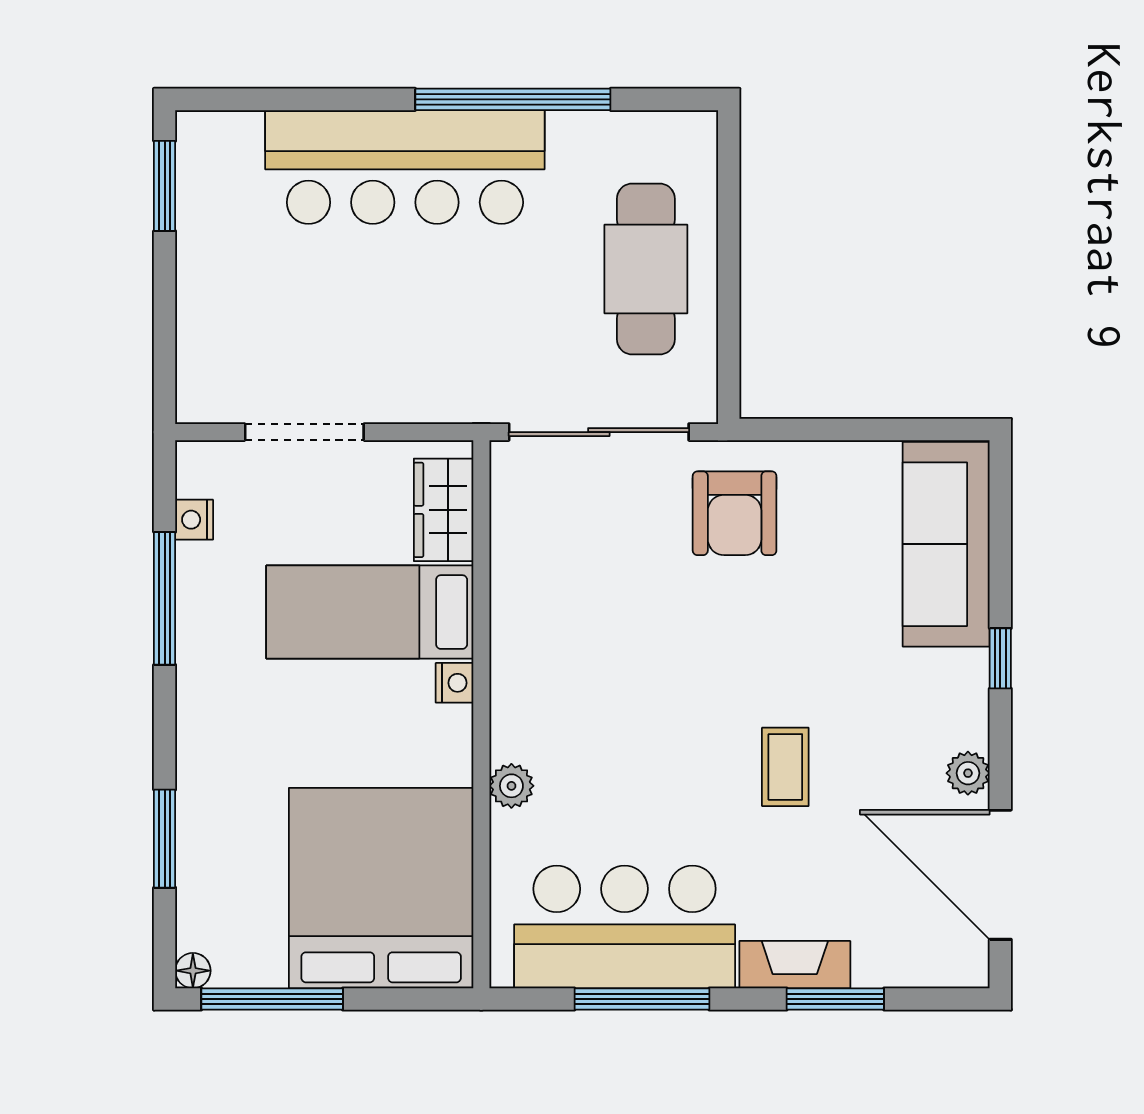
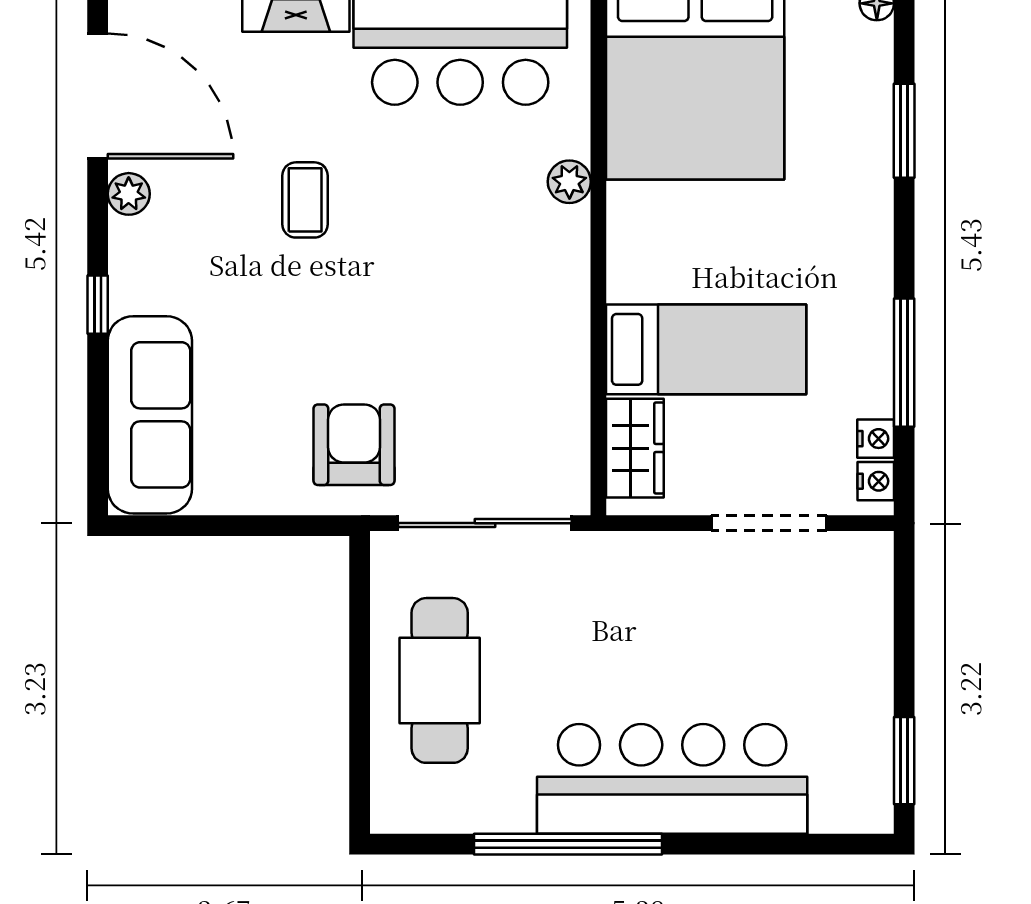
nightstand: (454, 683) -> (876, 481), moved, turned 180

